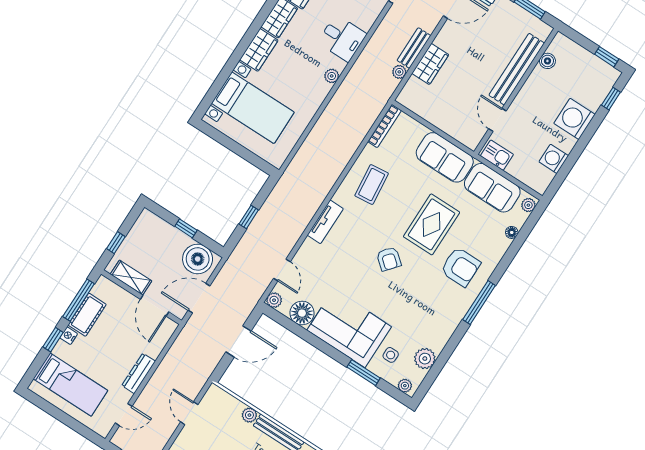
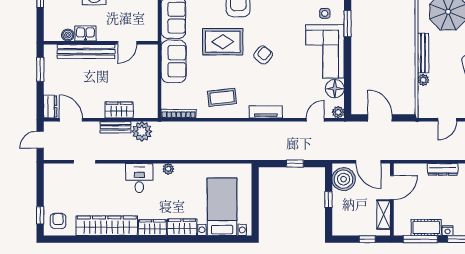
plant: (399, 72) -> (142, 131), width x1.88, depth x1.88
kitchen sink: (497, 155) -> (85, 33), moved, turned 90

